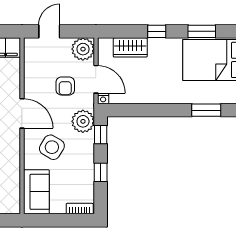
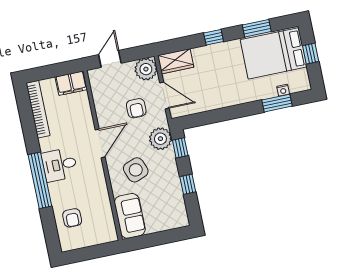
wardrobe: (130, 47) -> (176, 61), moved
nightstand: (103, 99) -> (283, 90), moved
door: (22, 113) -> (100, 143), hinge flipped
side table: (52, 147) -> (136, 170), turned 38
bookcase: (80, 209) -> (175, 223), removed

